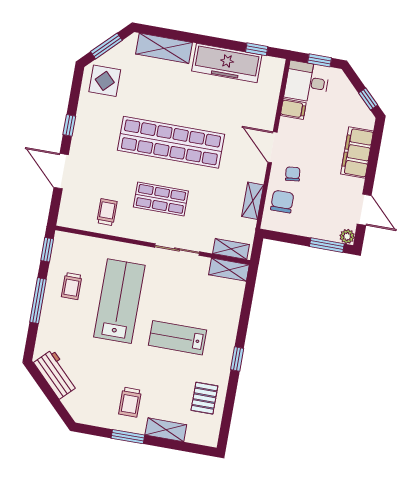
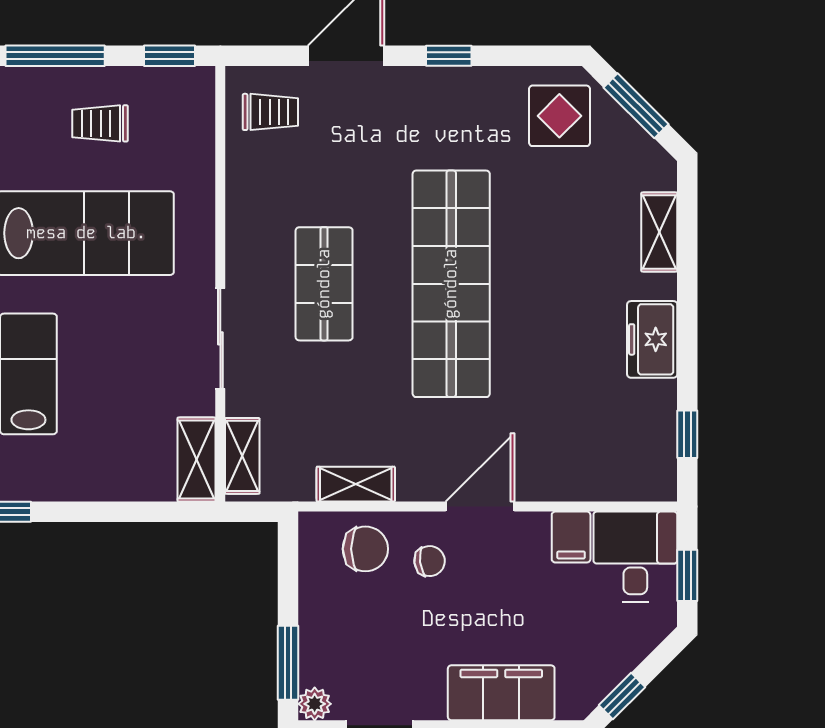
shelving: (164, 48) -> (659, 232), width x0.67, depth x0.75
freezer: (227, 63) -> (652, 339), width x0.52, depth x0.79
trolley: (107, 212) -> (270, 112), moved

